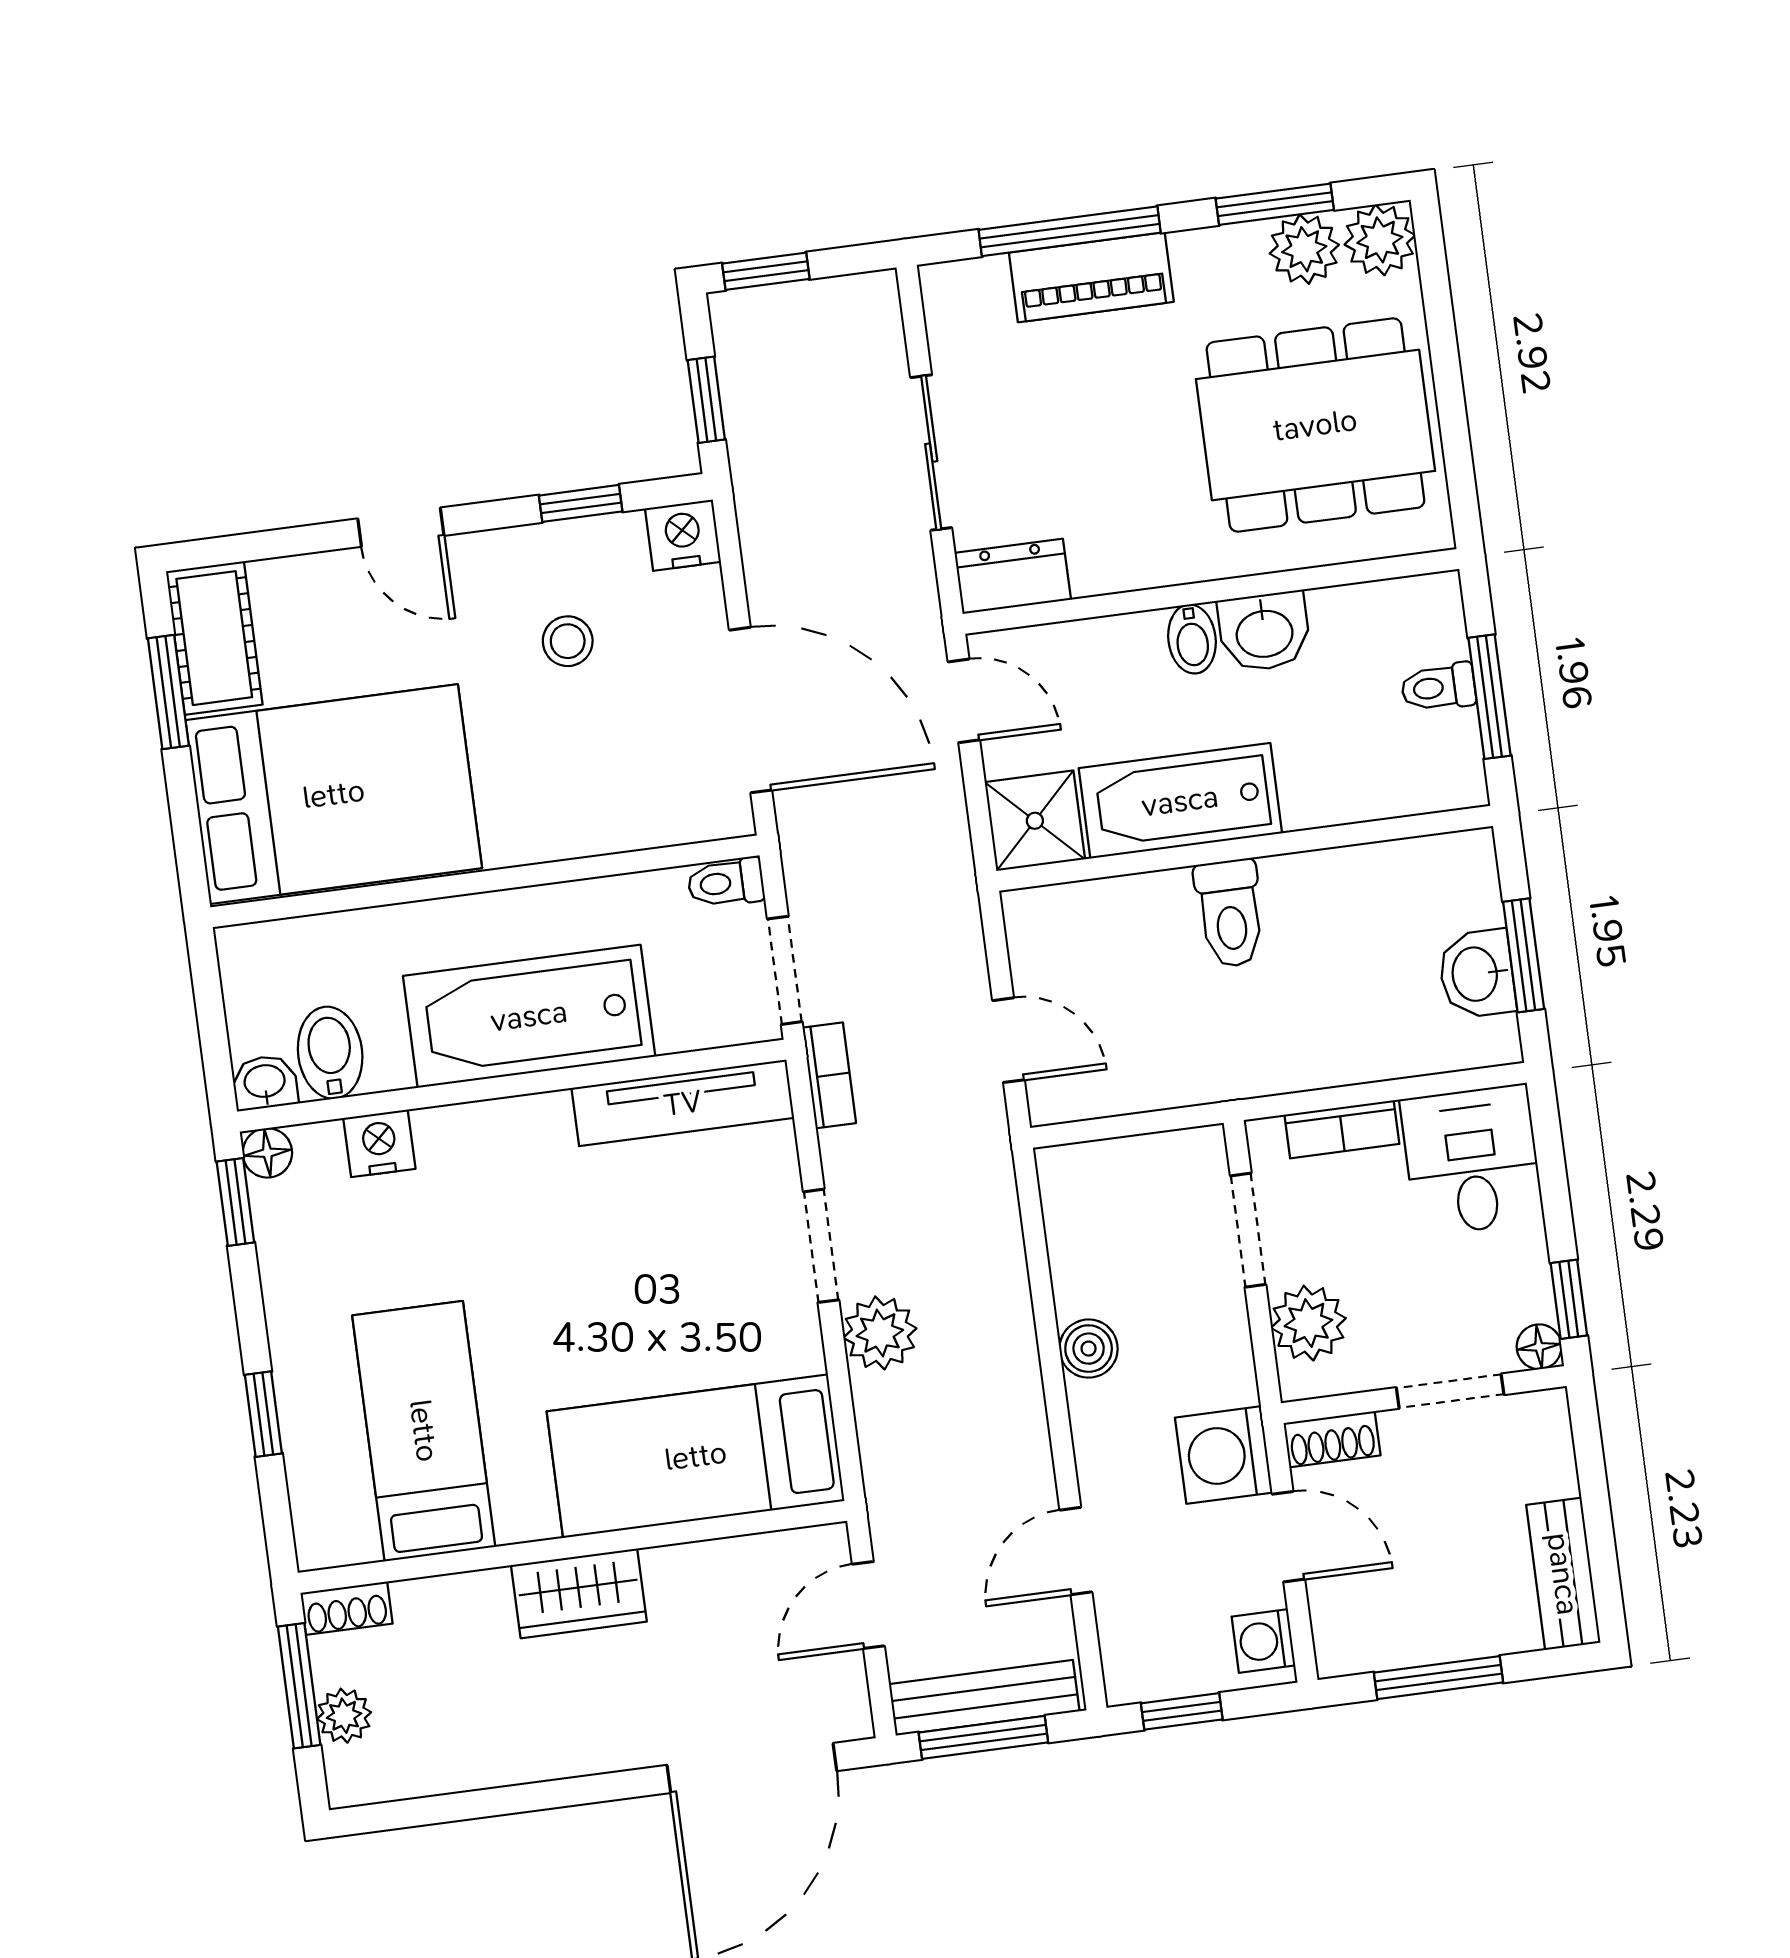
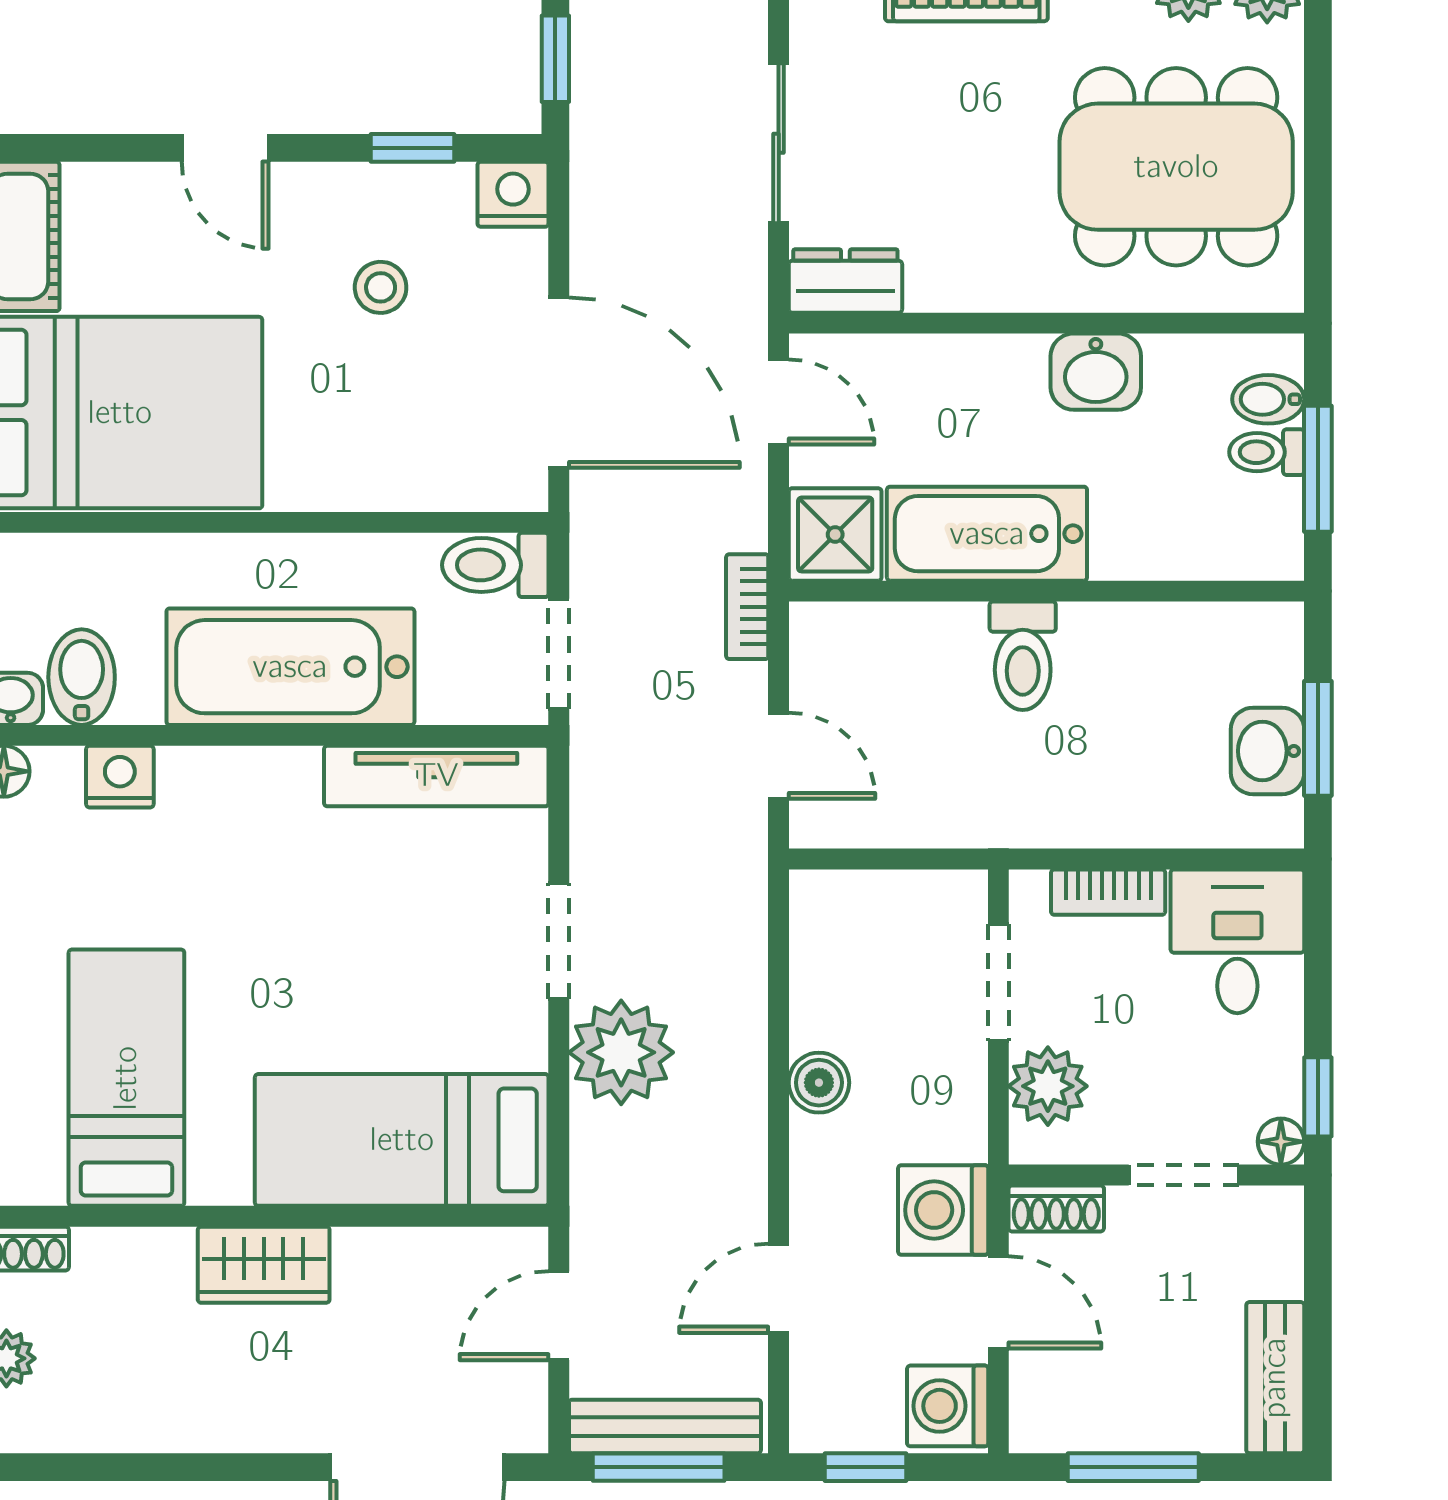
bidet: (1192, 639) -> (1268, 399), moved, turned 90
toilet: (726, 883) -> (495, 565), width x1.37, depth x1.39
bookcase: (829, 1075) -> (747, 607), moved, turned 180
plant: (880, 1333) -> (621, 1052), width x1.36, depth x1.36
washing machine: (1263, 1641) -> (948, 1406), width x1.38, depth x1.38

